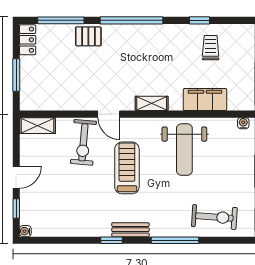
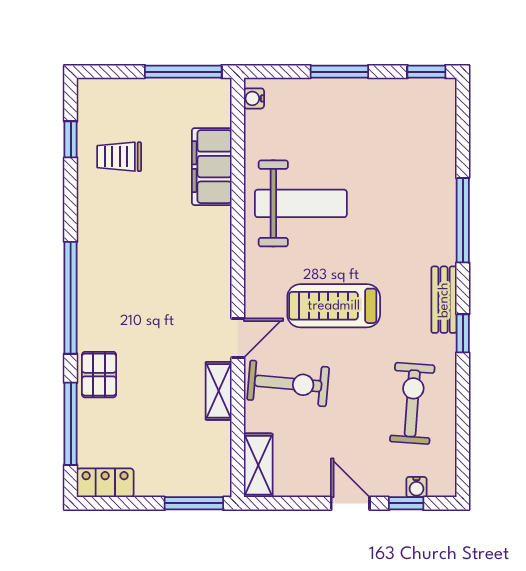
window: (199, 20) -> (71, 139), moved
window: (16, 75) -> (194, 503), moved
shelving: (152, 103) -> (219, 391), moved
exercise bike: (214, 217) -> (412, 403), moved
water cooler: (25, 231) -> (416, 487), moved

